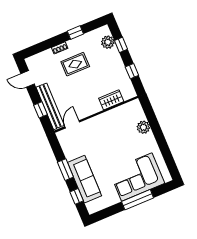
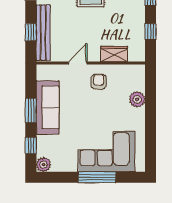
door: (72, 124) -> (78, 63), moved
armchair: (108, 126) -> (99, 82), added
sofa: (85, 179) -> (48, 107), moved
plant: (93, 207) -> (43, 165), added

